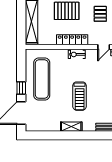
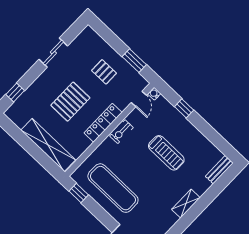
window: (21, 88) -> (79, 193), moved
treadmill: (80, 96) -> (166, 153), moved

